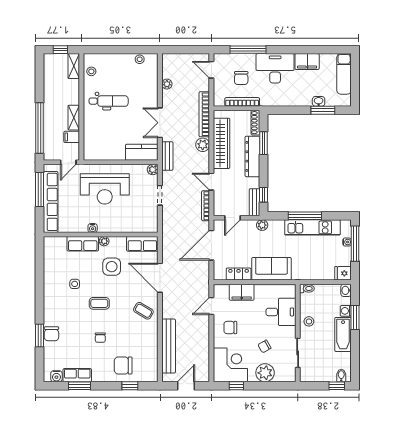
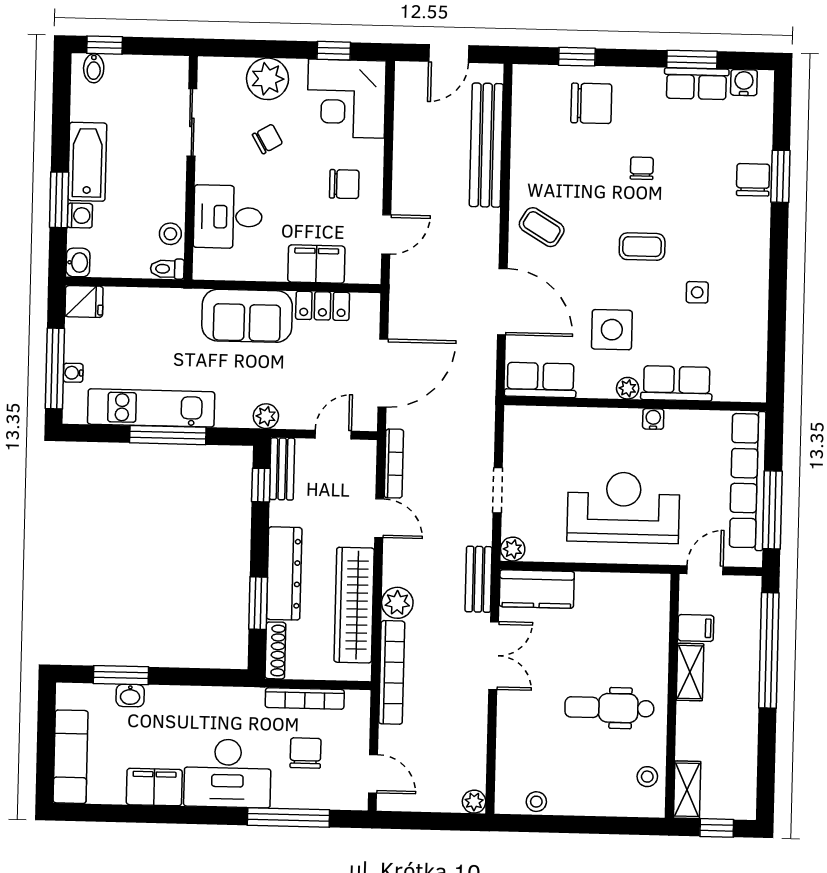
plant: (167, 84) -> (474, 802), moved
stool: (309, 321) -> (170, 234), moved

